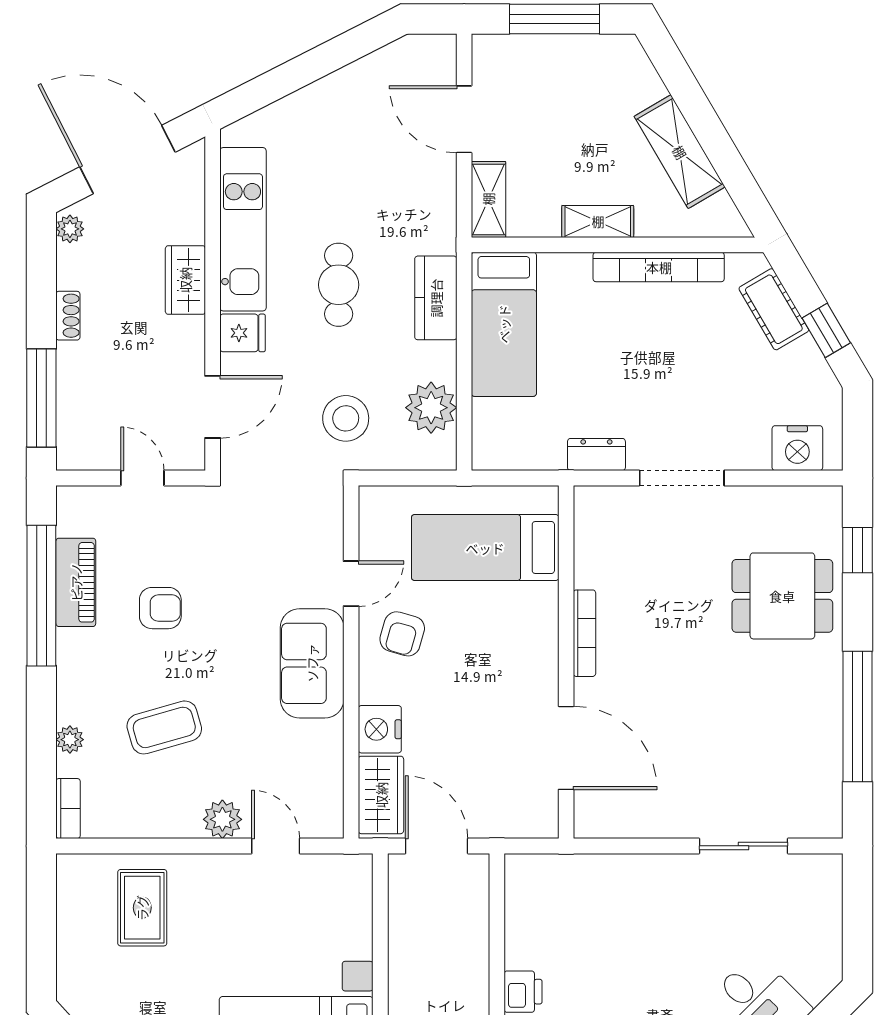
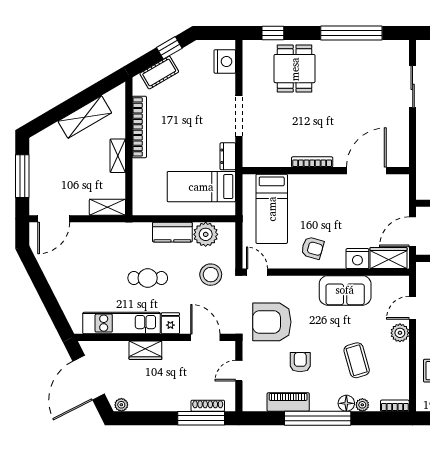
door: (464, 119) -> (54, 219), moved
kitchen counter: (436, 298) -> (172, 232), moved
shoe rack: (68, 316) -> (208, 406), moved, width x1.43
bed: (504, 324) -> (201, 187), moved, turned 180
armchair: (245, 548) -> (272, 322), added
door: (351, 584) -> (257, 272), moved
window: (41, 596) -> (318, 418), moved
sofa: (312, 663) -> (345, 290), moved
floor lamp: (73, 706) -> (346, 403), added

